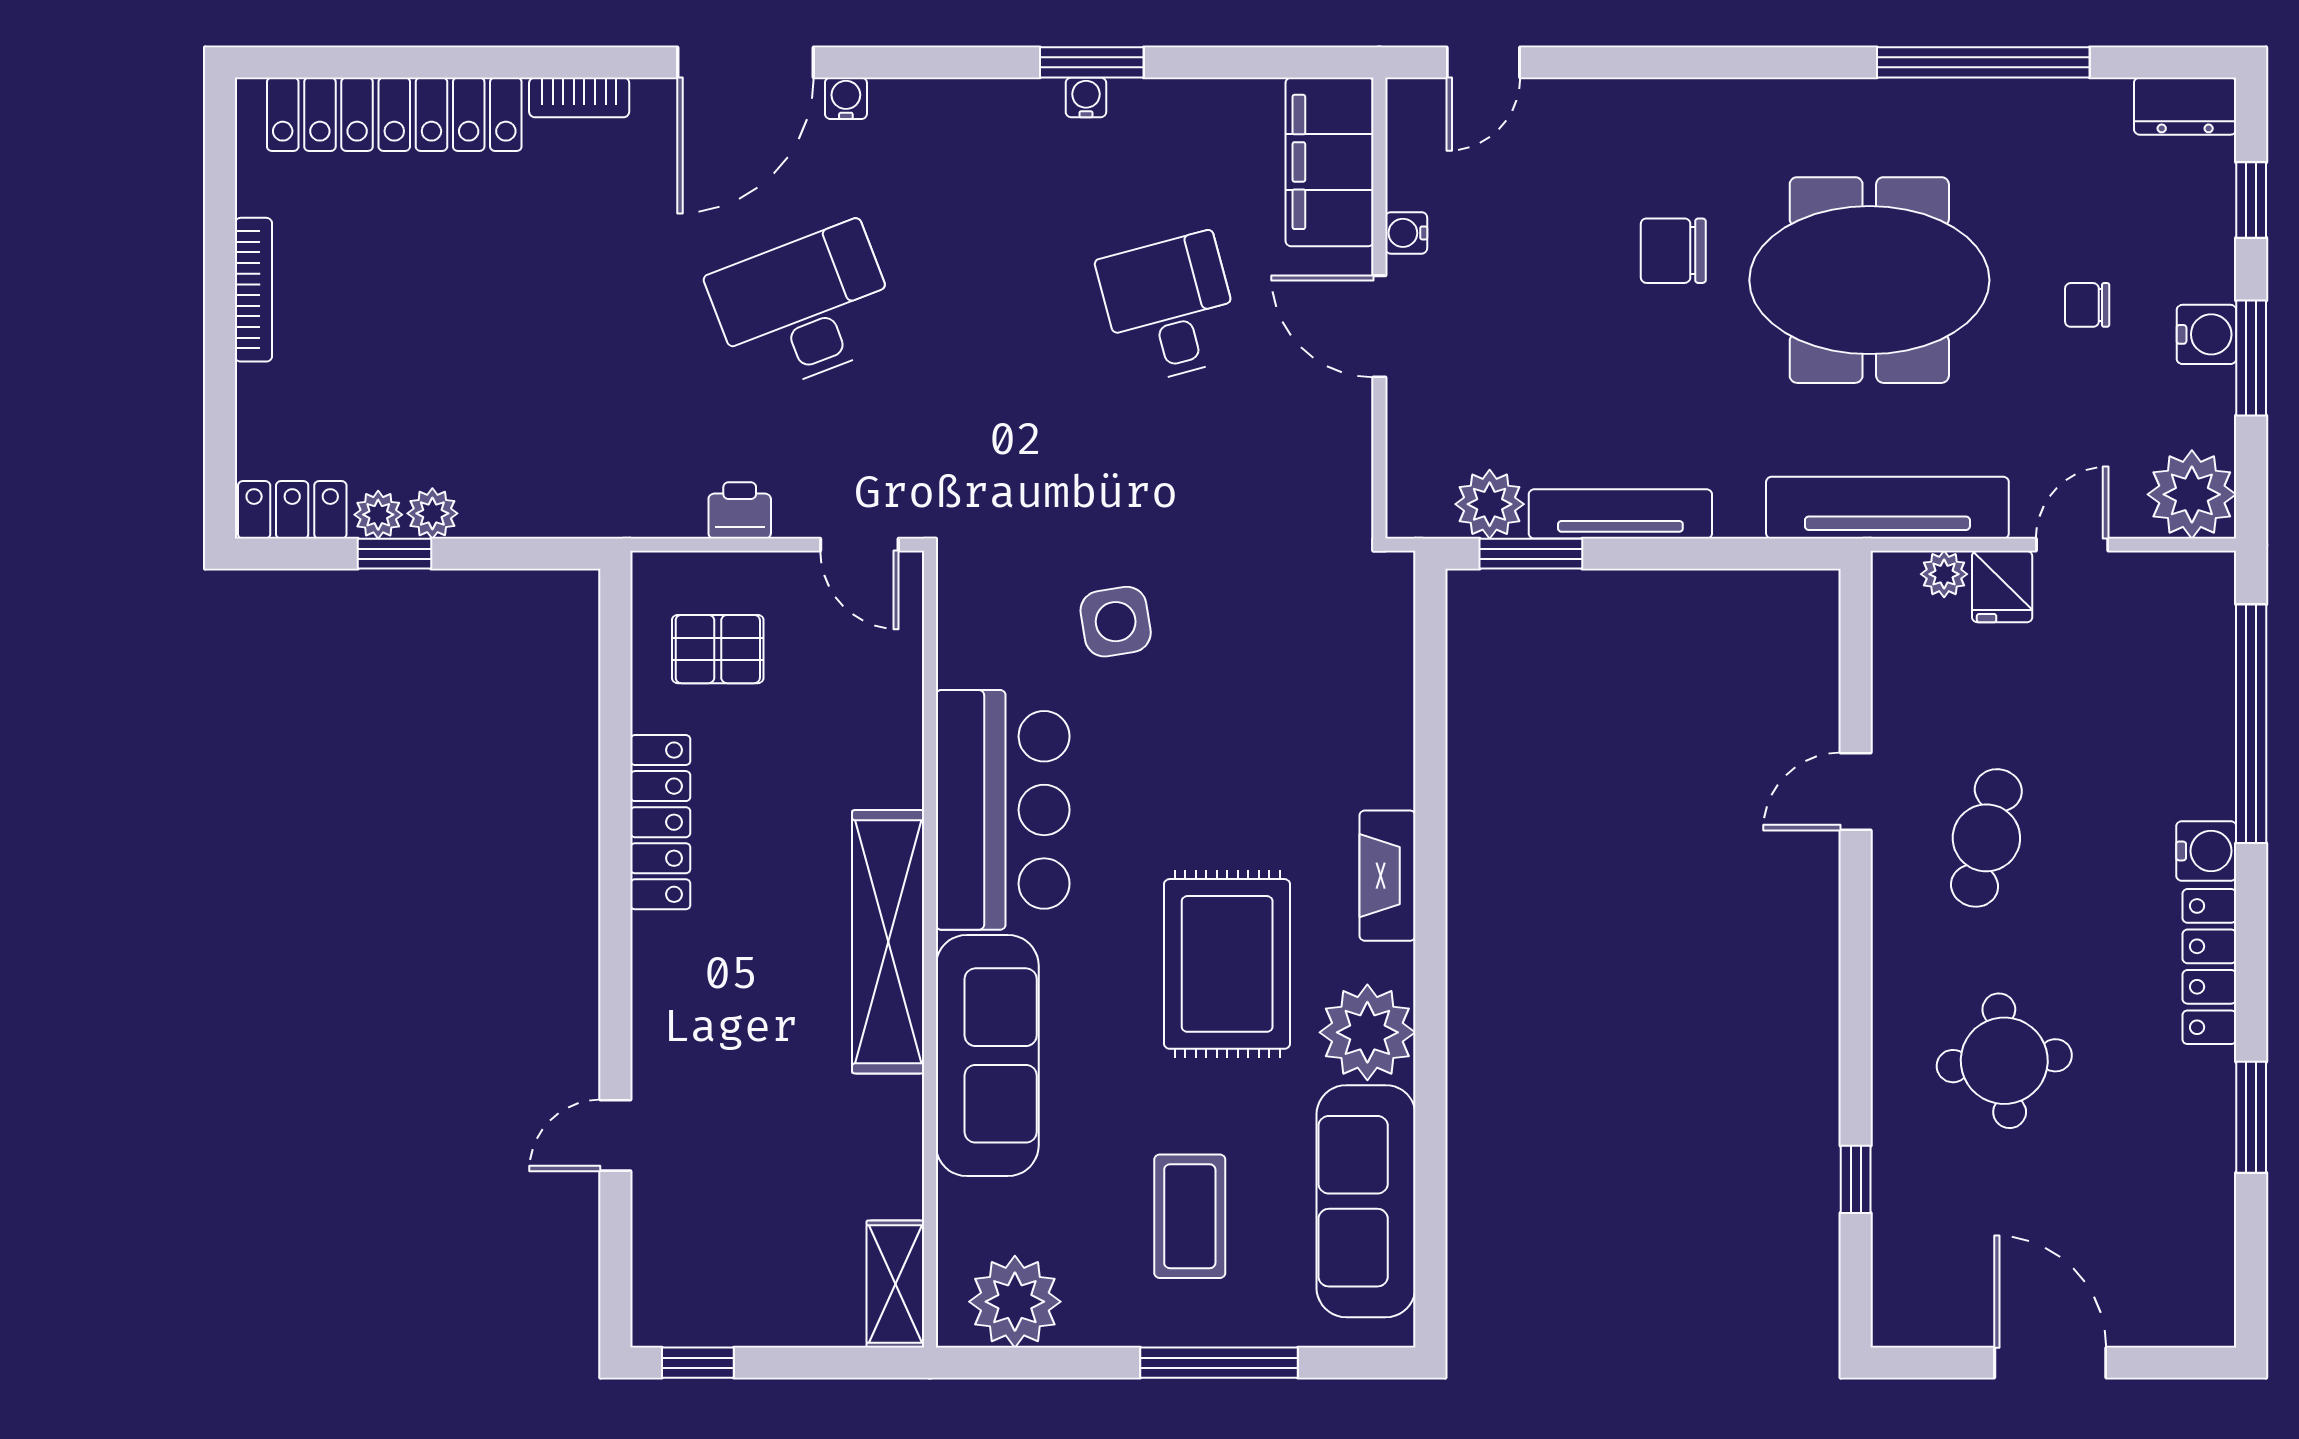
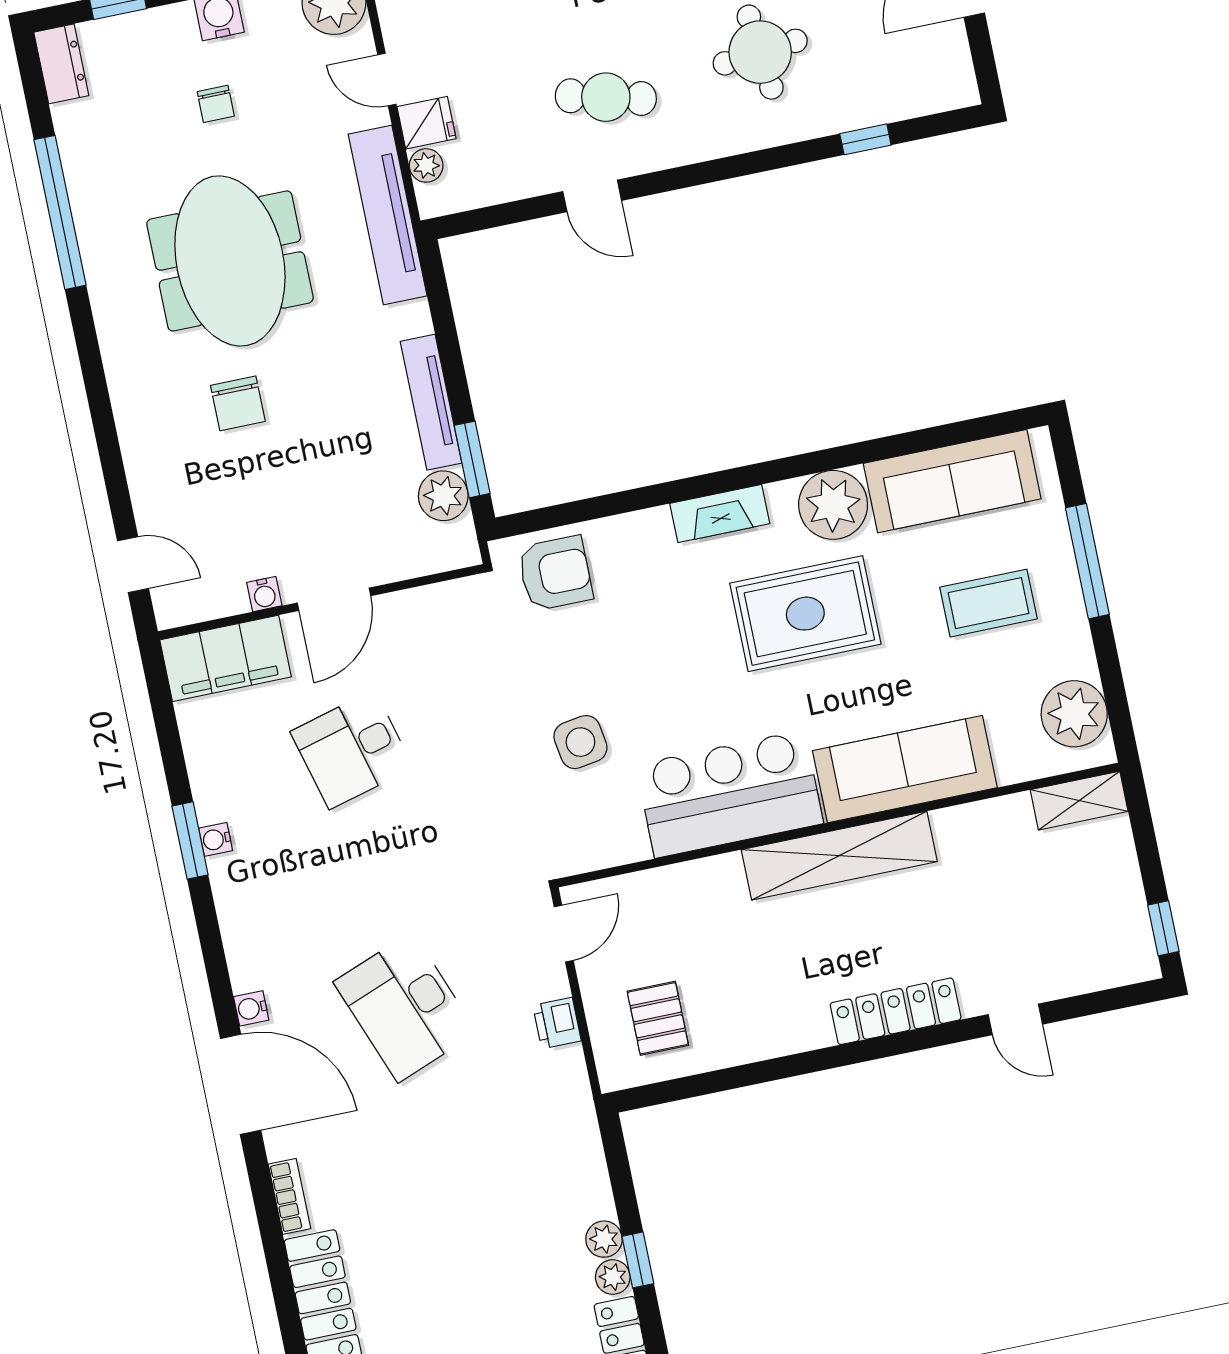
armchair: (1353, 635) -> (555, 573), added
locker: (660, 822) -> (896, 1011), moved

